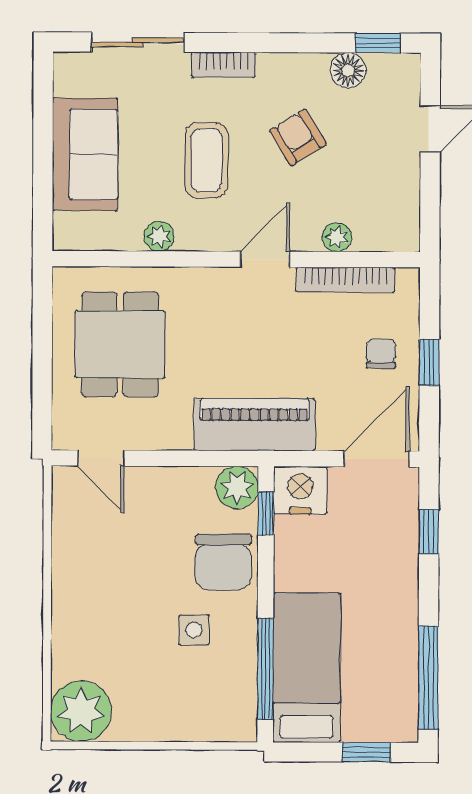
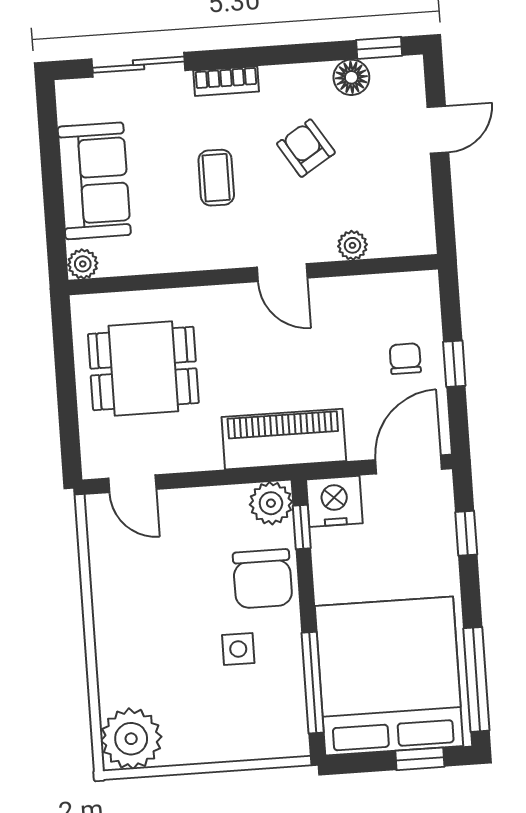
coffee table: (206, 160) -> (216, 178), width x0.73, depth x0.77
plant: (159, 236) -> (83, 264), moved
door: (265, 259) -> (282, 273), swing flipped
bookcase: (346, 280) -> (364, 287), removed
dining table: (120, 344) -> (143, 368), turned 90
bed: (307, 668) -> (389, 676), width x2.04

